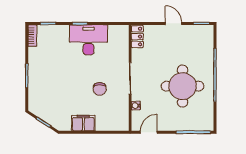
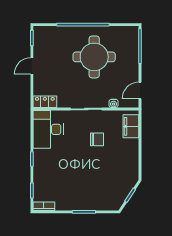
desk: (88, 40) -> (48, 129), moved
filing cabinet: (83, 123) -> (131, 126), moved
door: (149, 132) -> (140, 91), hinge flipped

